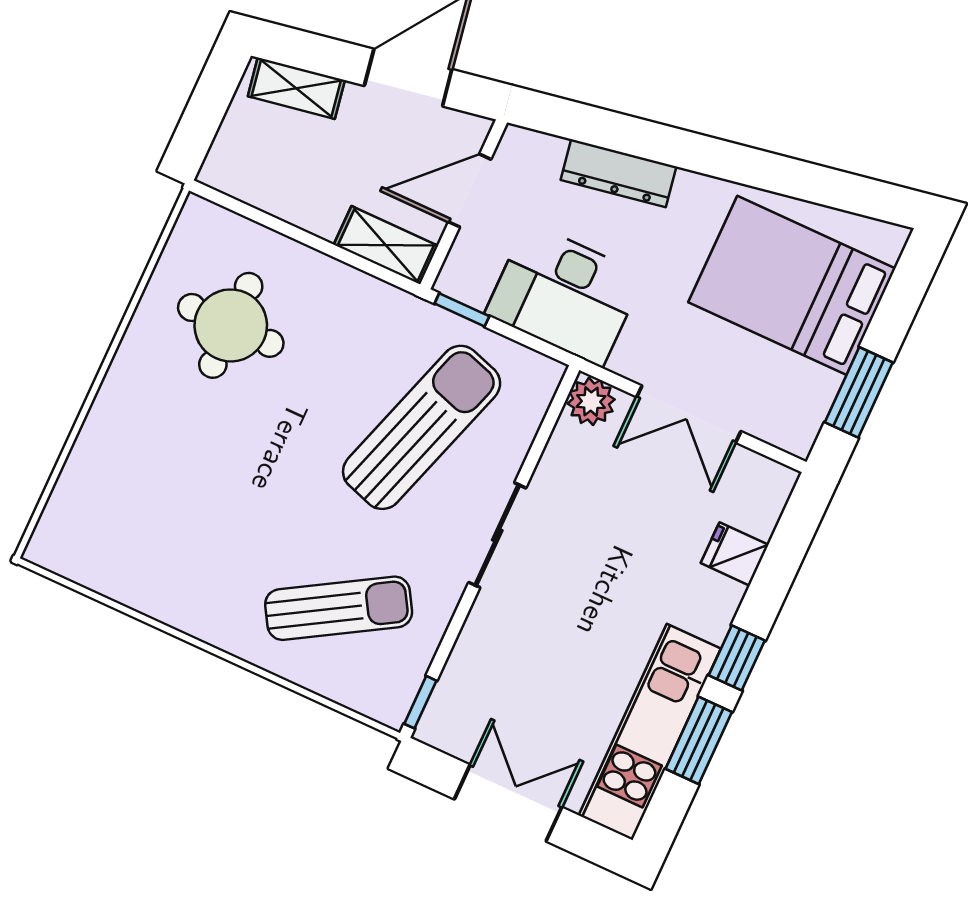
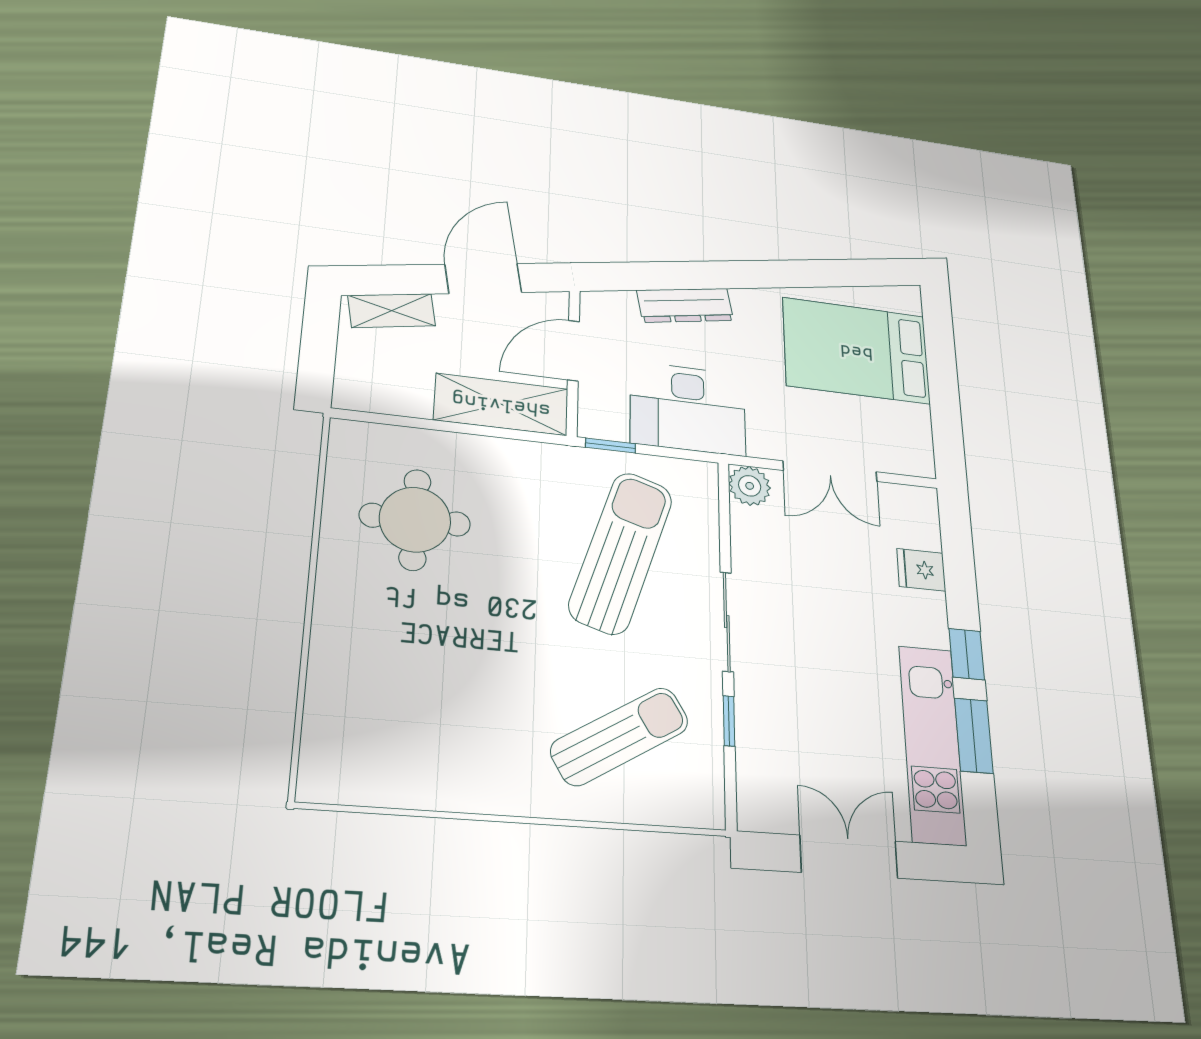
shelving: (386, 245) -> (501, 404), width x1.50, depth x1.33
window: (859, 392) -> (946, 414), removed
window: (420, 702) -> (729, 721), moved

